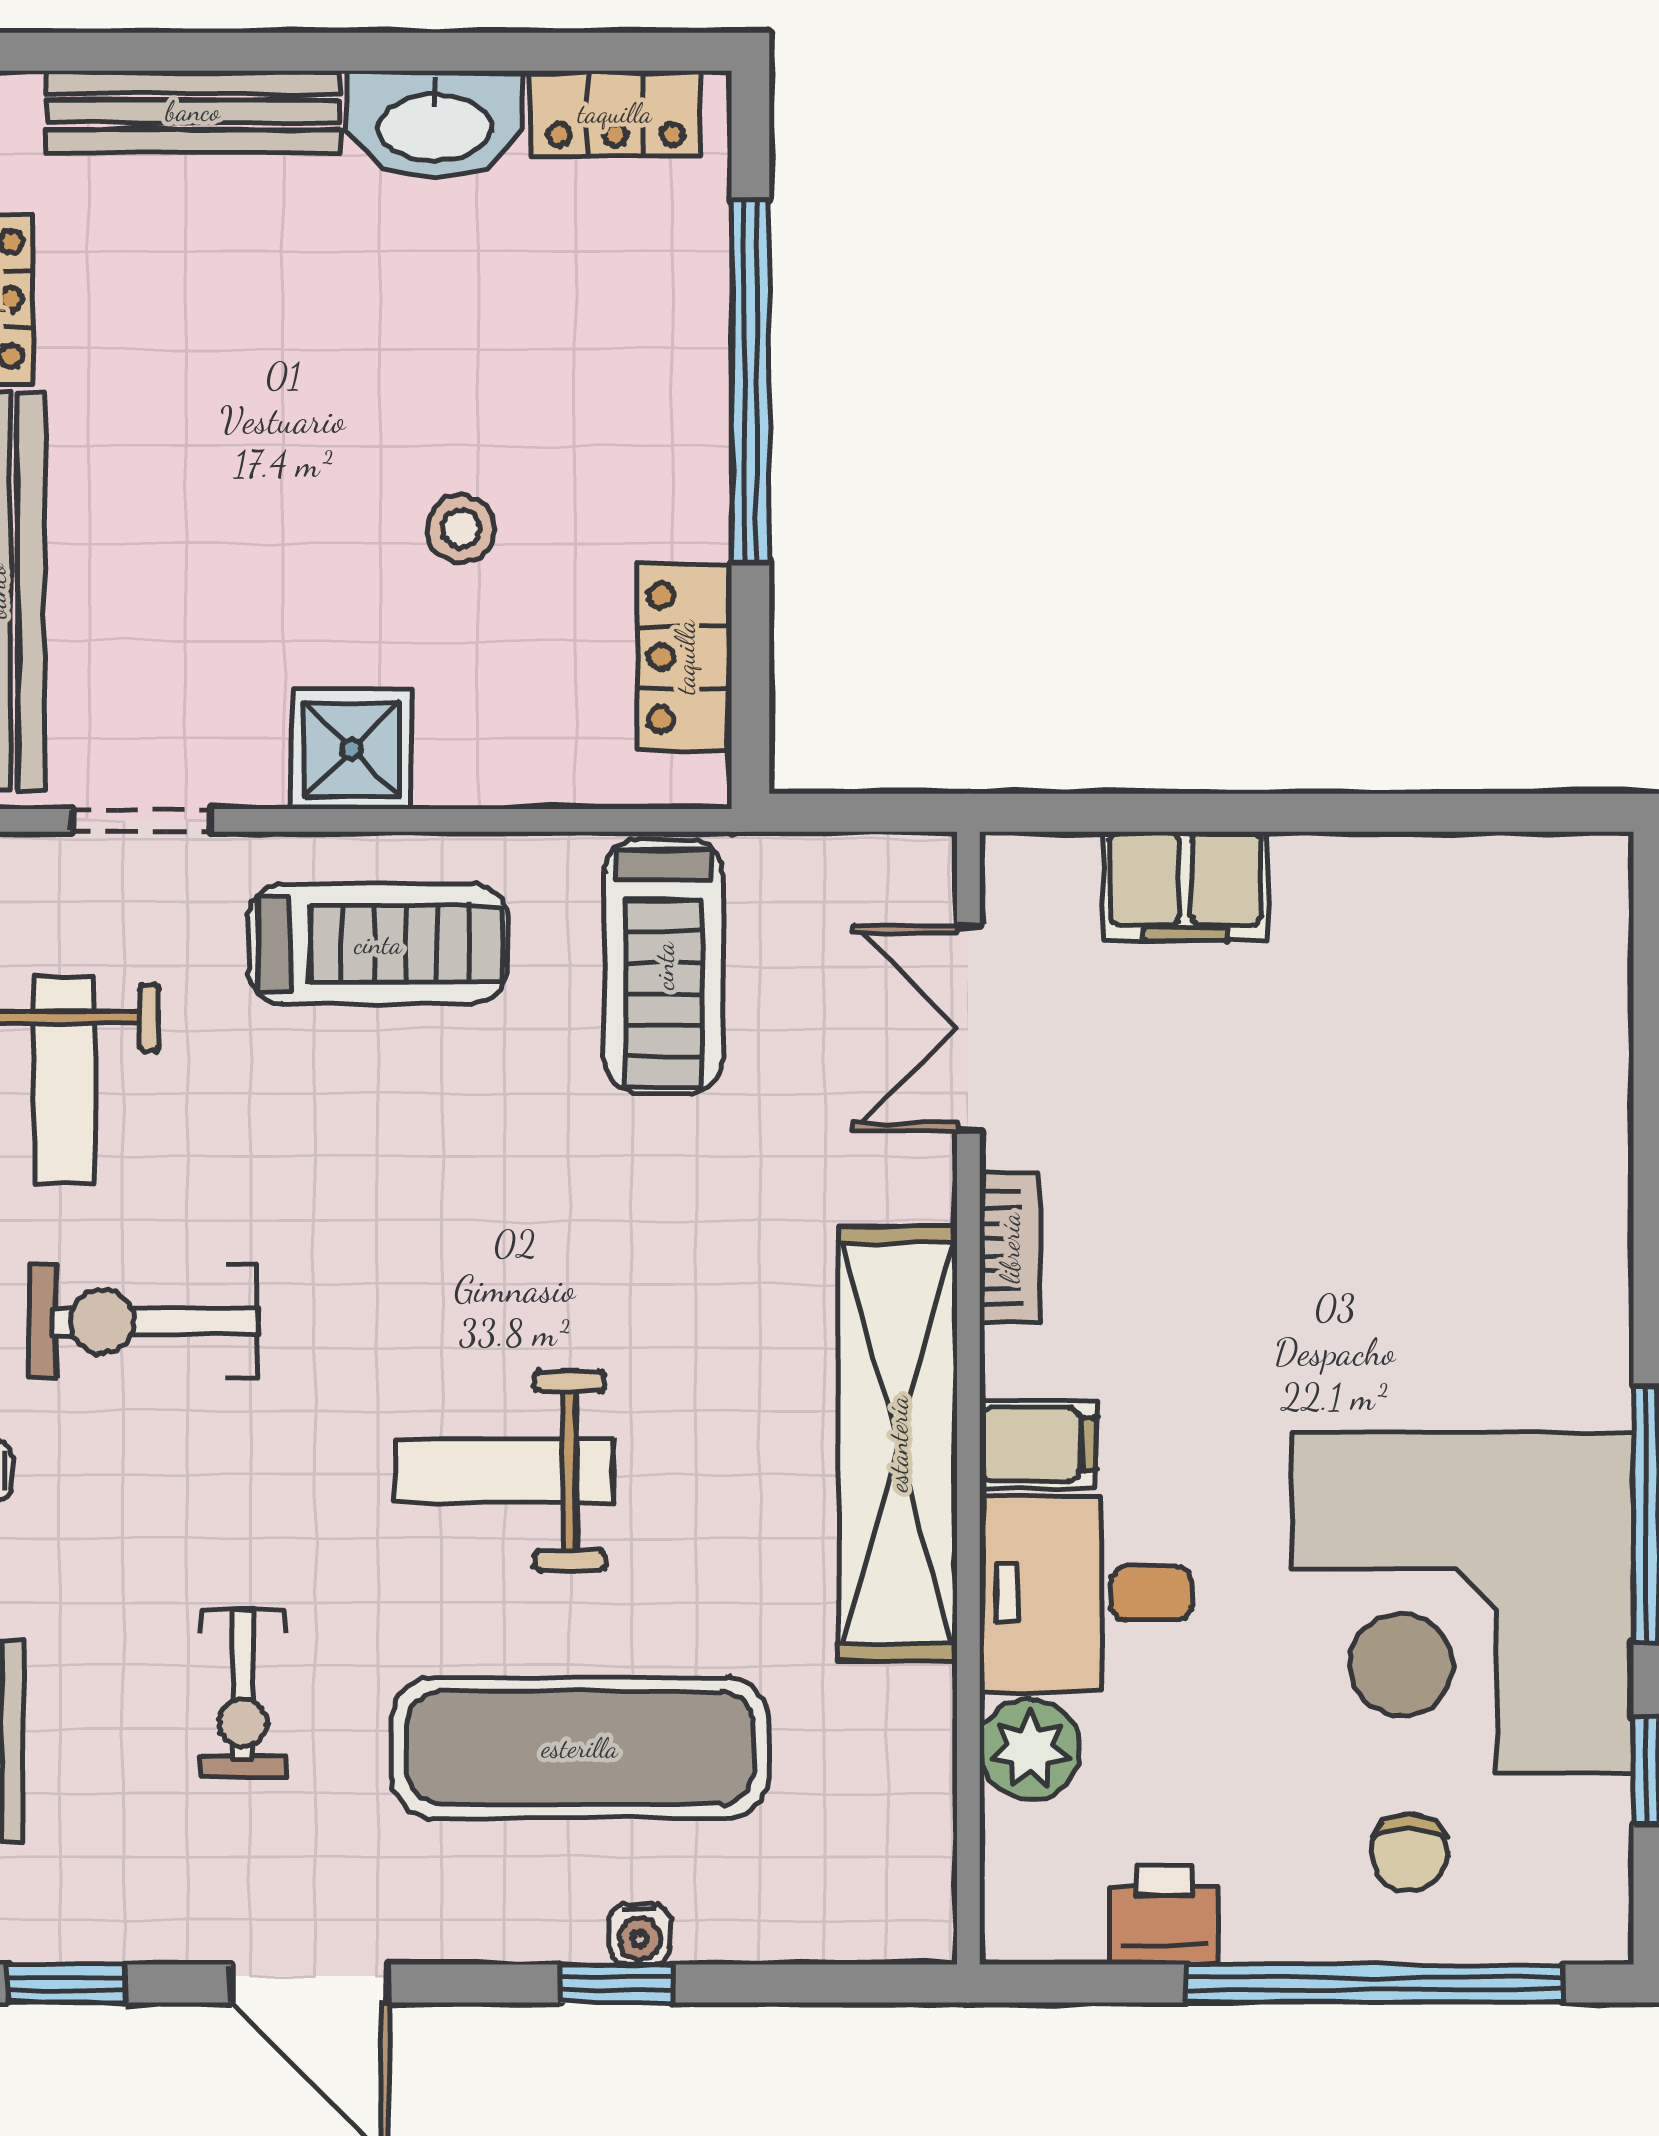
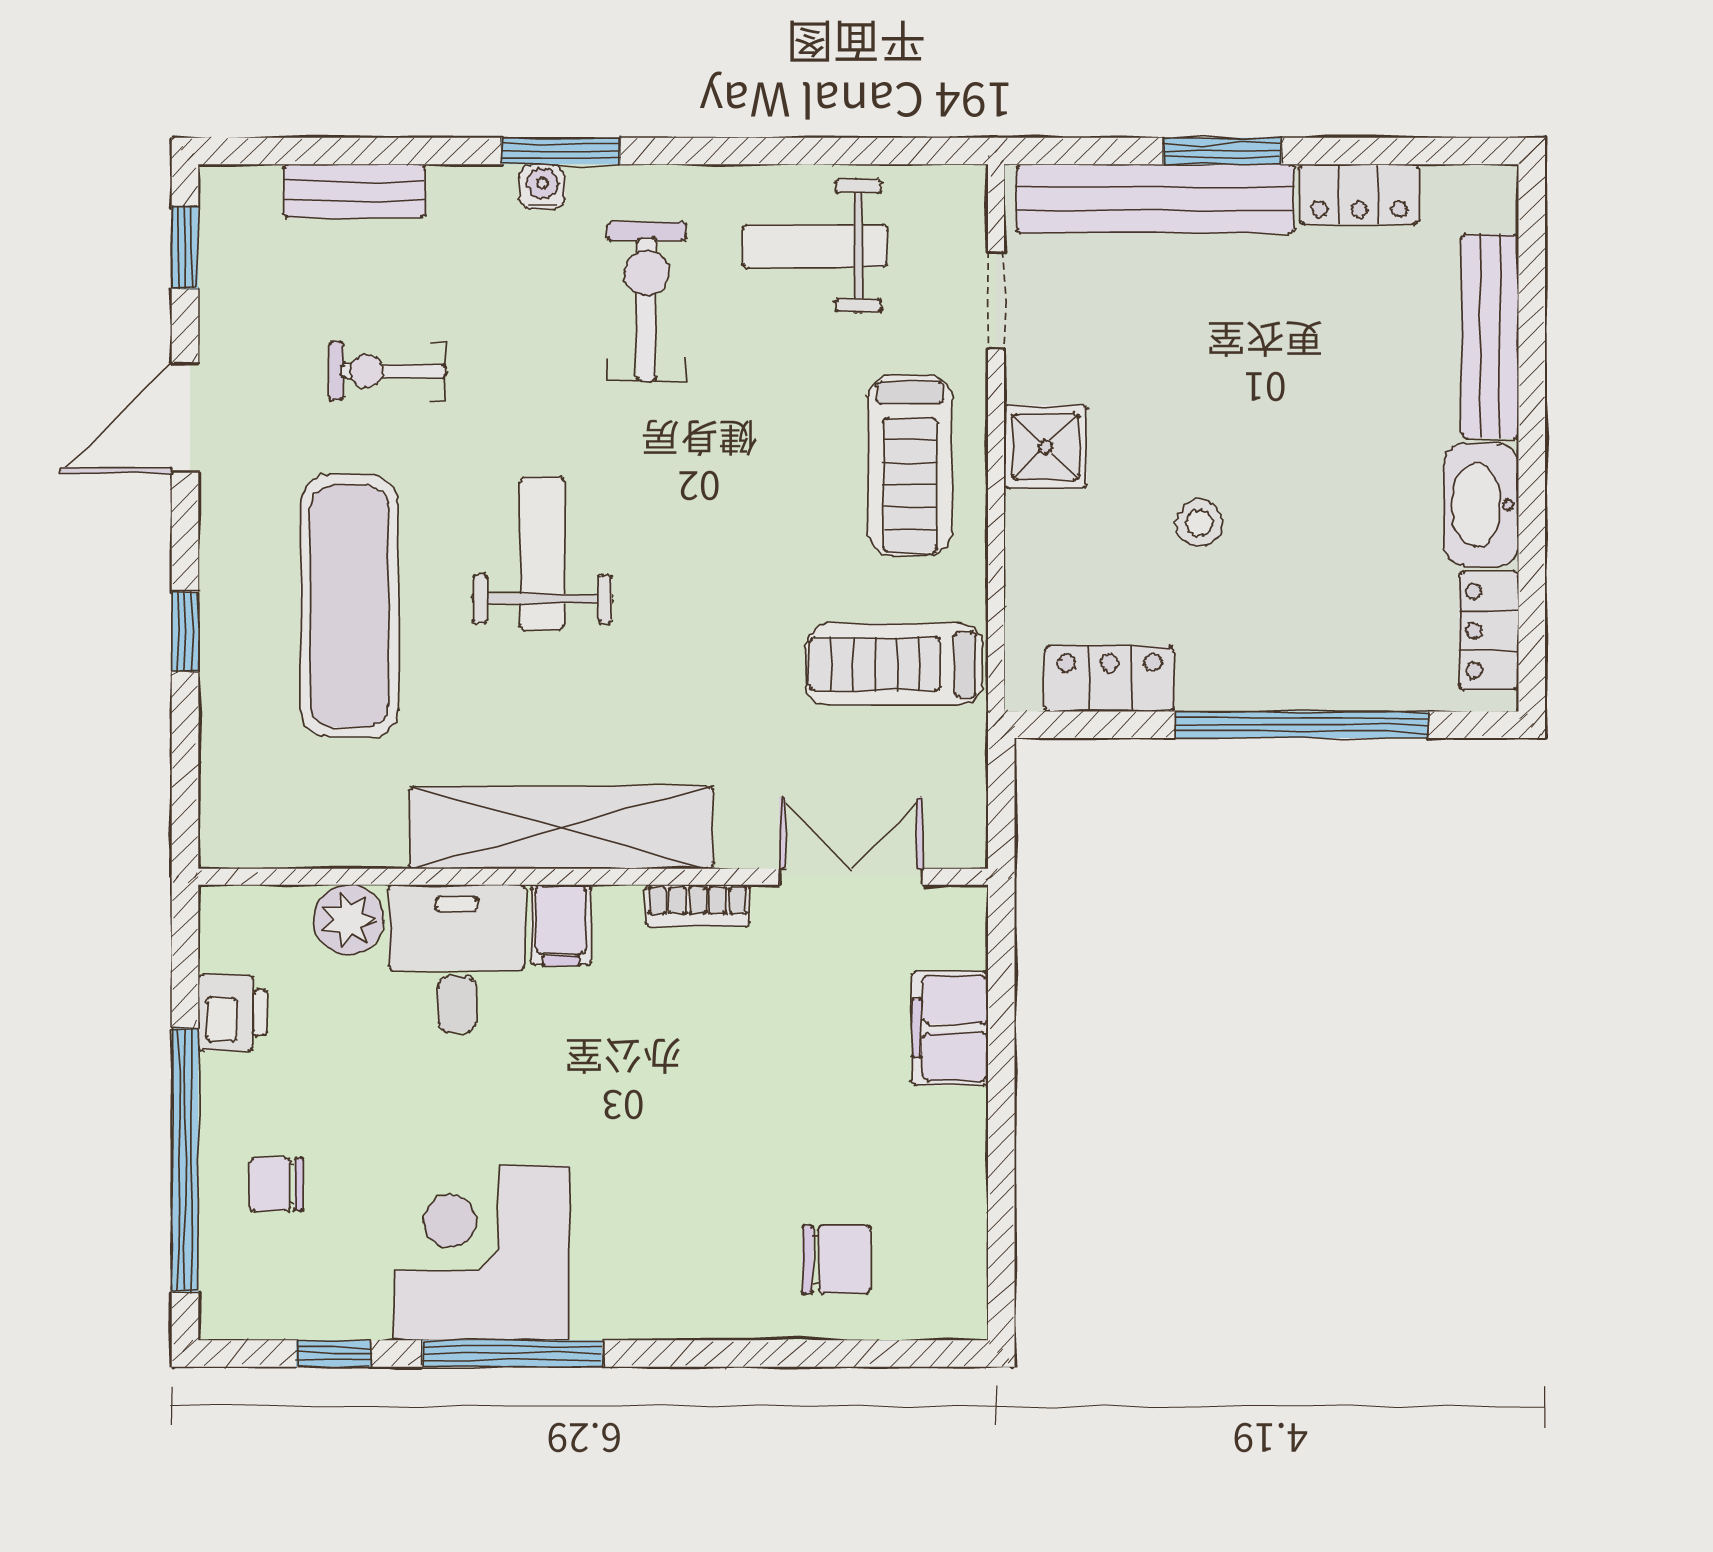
chair: (1517, 1049) -> (836, 1259), added
corner desk: (1463, 1603) -> (482, 1253), width x0.74, depth x0.74
water cooler: (640, 1934) -> (219, 648), removed

